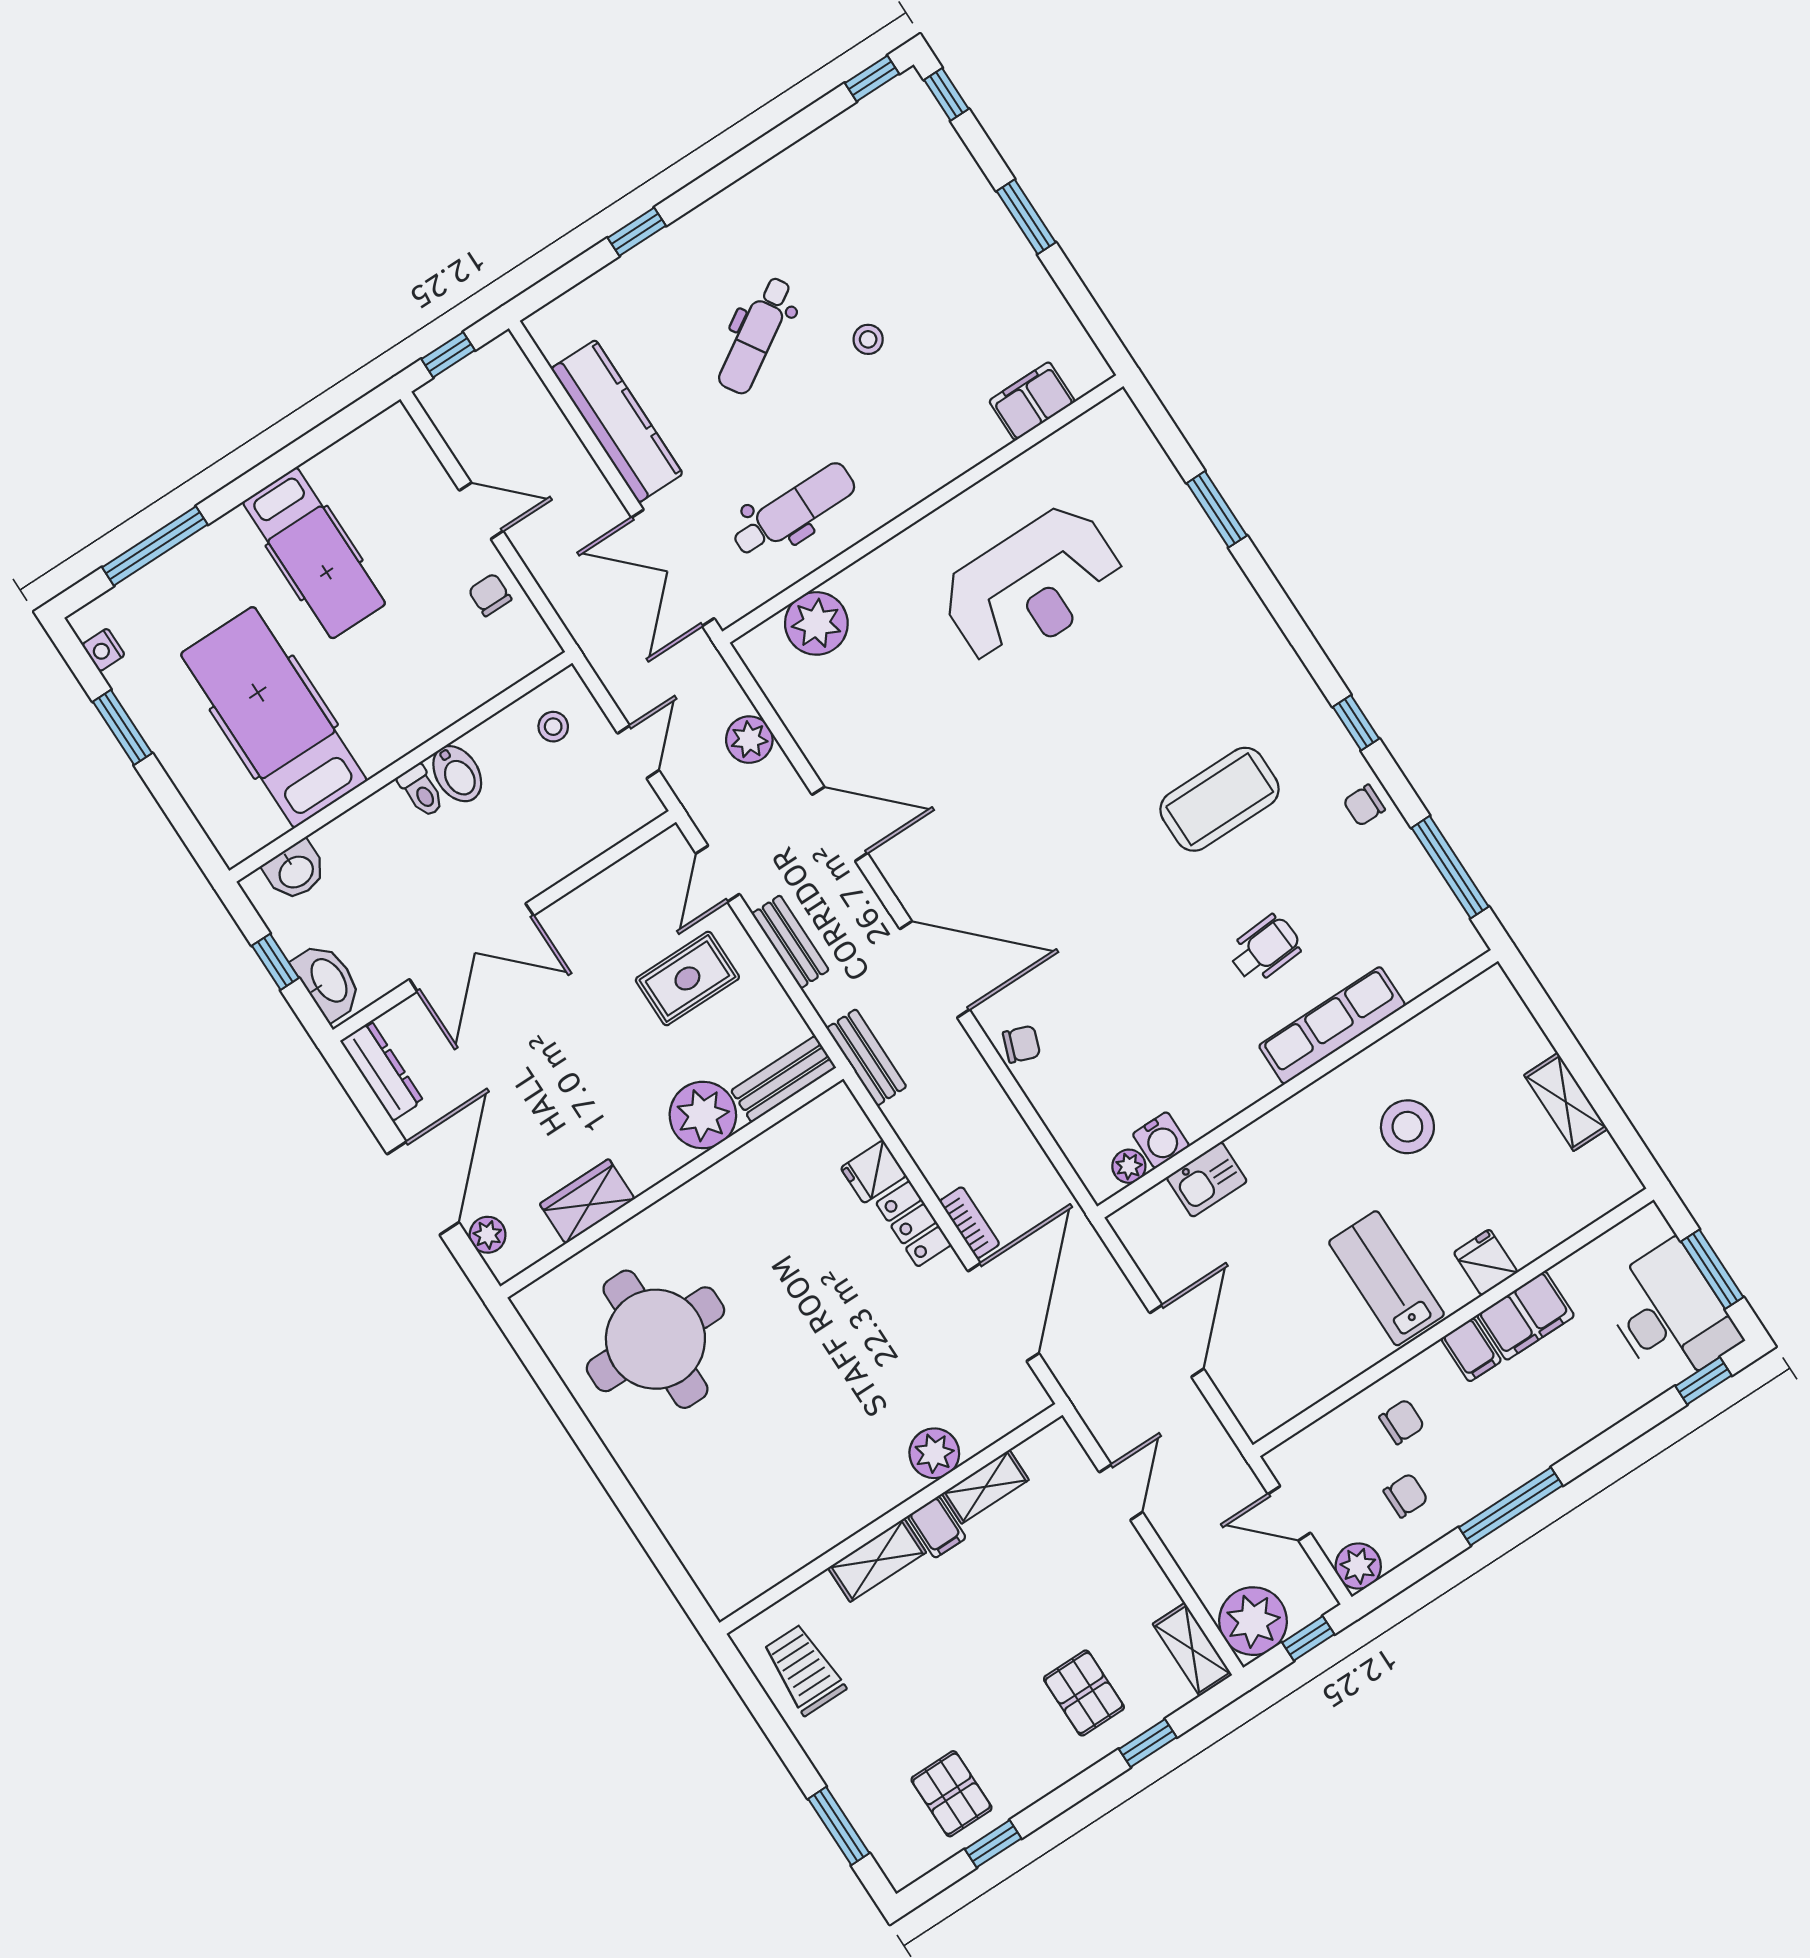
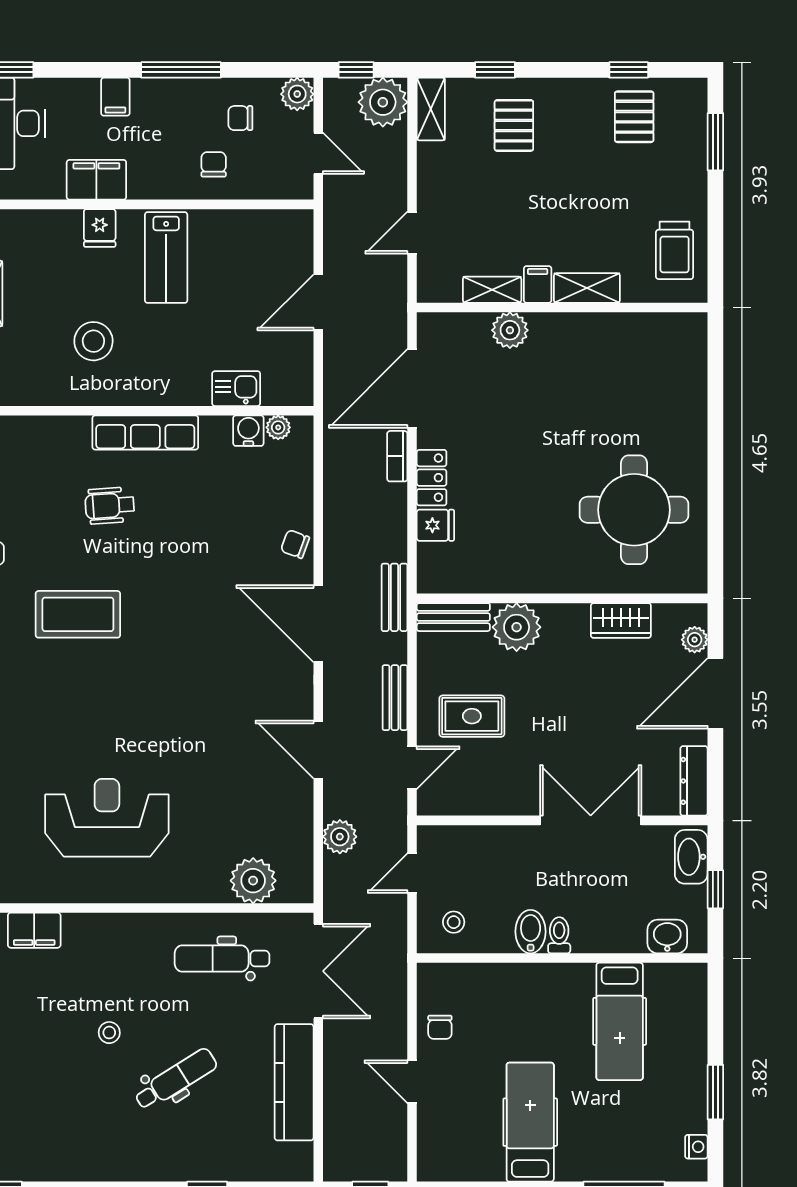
hospital bed: (274, 717) -> (620, 1021), width x0.73, depth x0.78
row of seats: (1332, 1025) -> (145, 433), moved
filing cabinet: (1471, 1350) -> (115, 97), moved, turned 180
chair: (1402, 1422) -> (214, 164), turned 90

